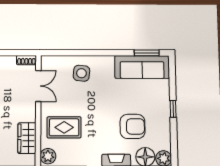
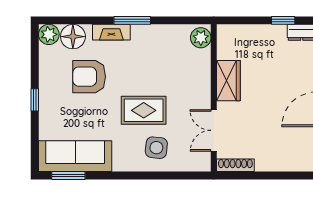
shoe rack: (26, 60) -> (235, 165), width x1.43
rug: (64, 127) -> (144, 110), moved
wardrobe: (27, 138) -> (228, 81), moved

